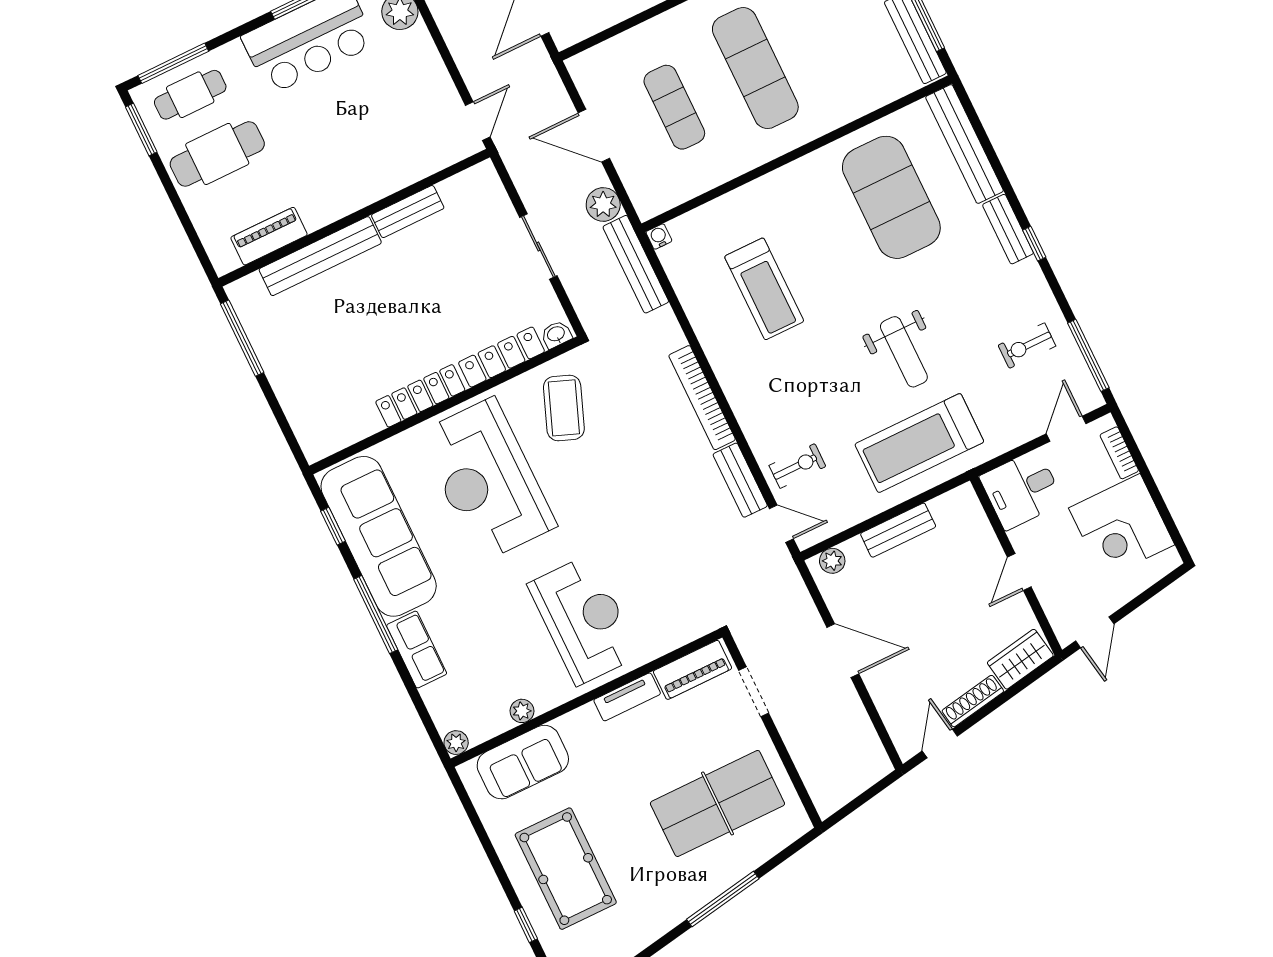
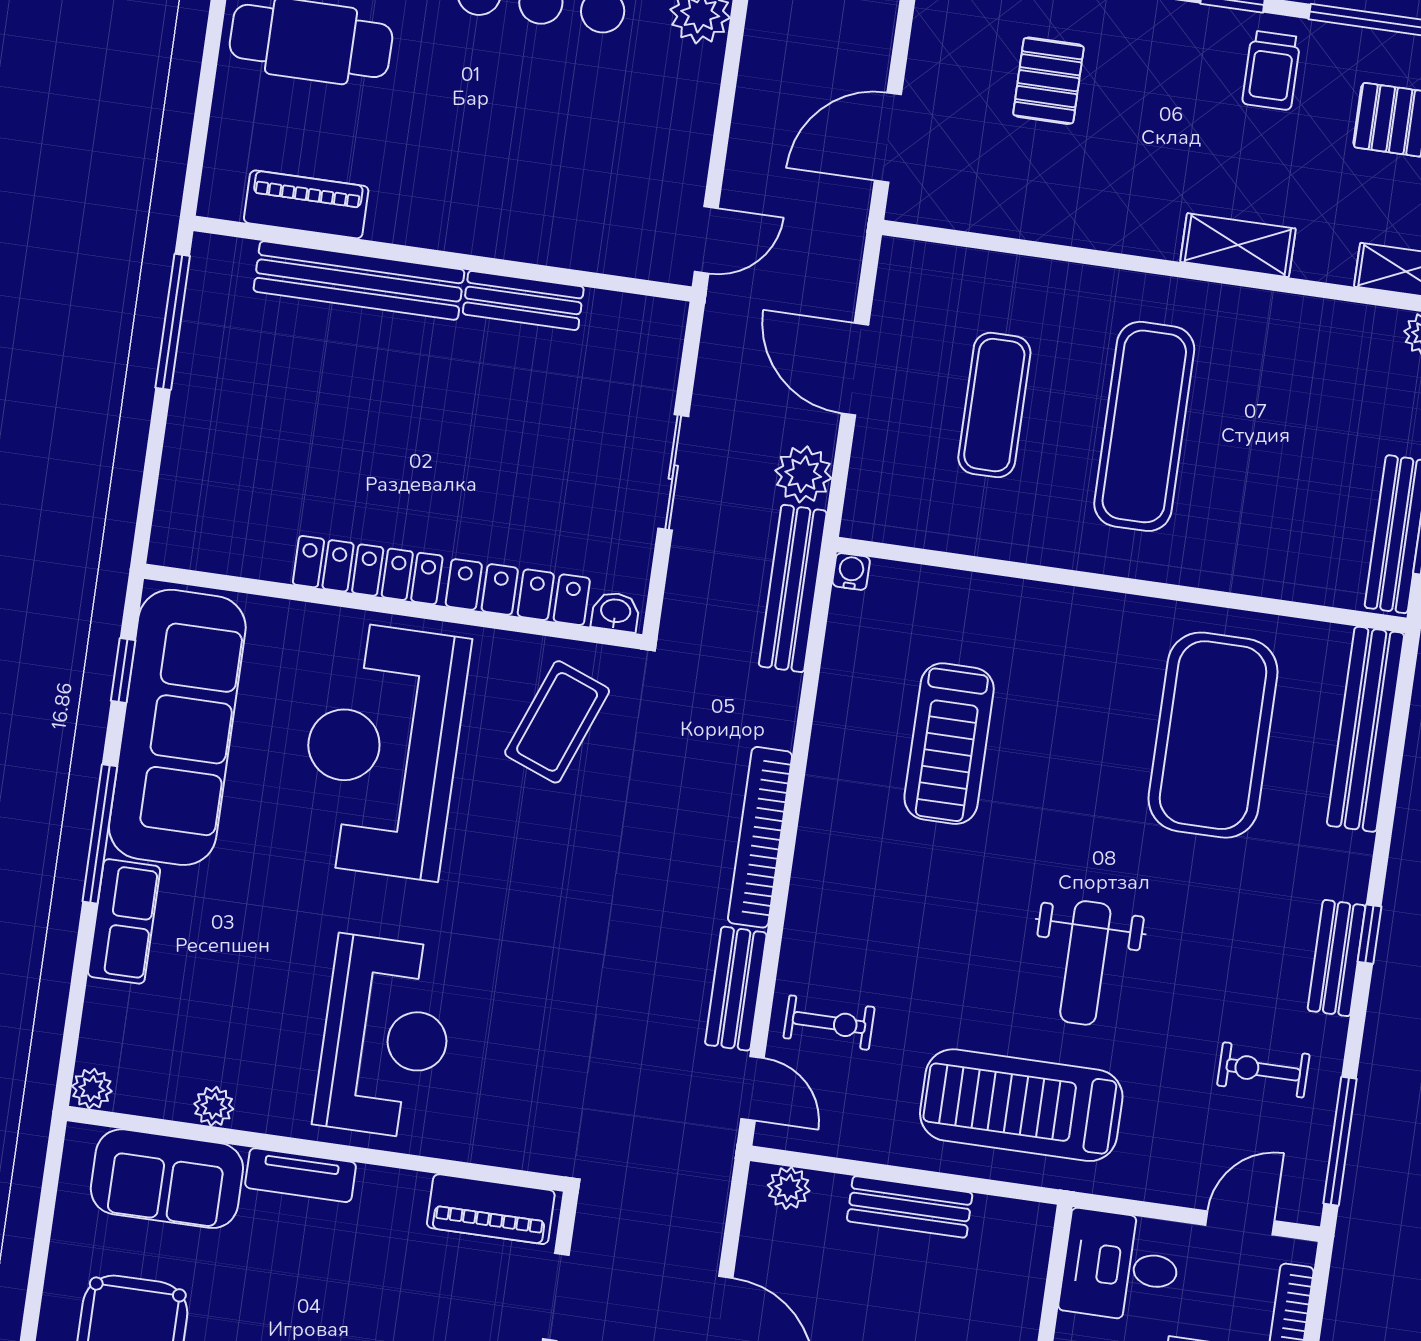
bench: (1008, 229) -> (1337, 958), moved
tv unit: (627, 697) -> (301, 1175), moved

